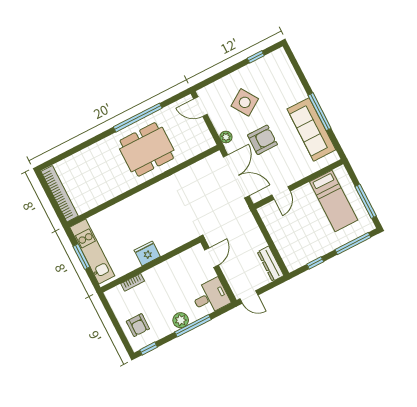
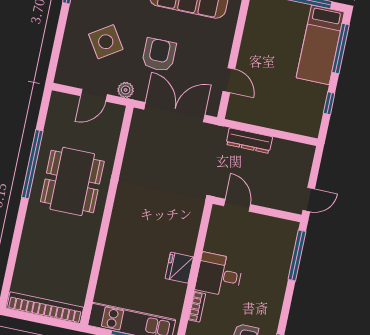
door: (200, 107) -> (94, 95), moved
bed: (334, 201) -> (320, 45), moved, turned 90
dresser: (271, 264) -> (249, 141), moved
desk: (210, 297) -> (219, 275), moved, turned -90
plant: (181, 320) -> (276, 289), removed
window: (193, 326) -> (297, 255), moved

